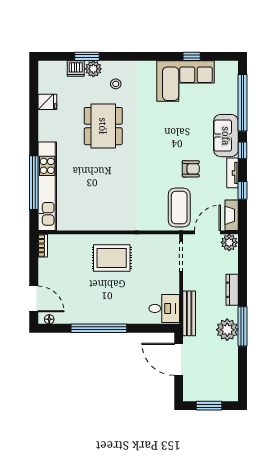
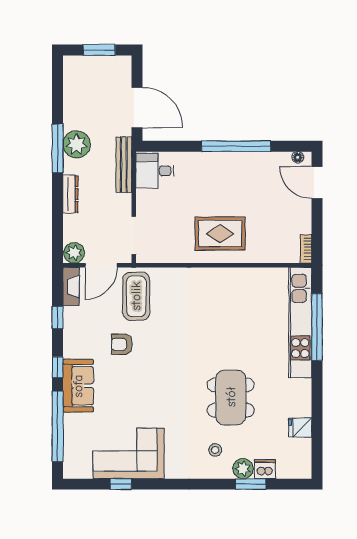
tv unit: (233, 173) -> (70, 339), removed

